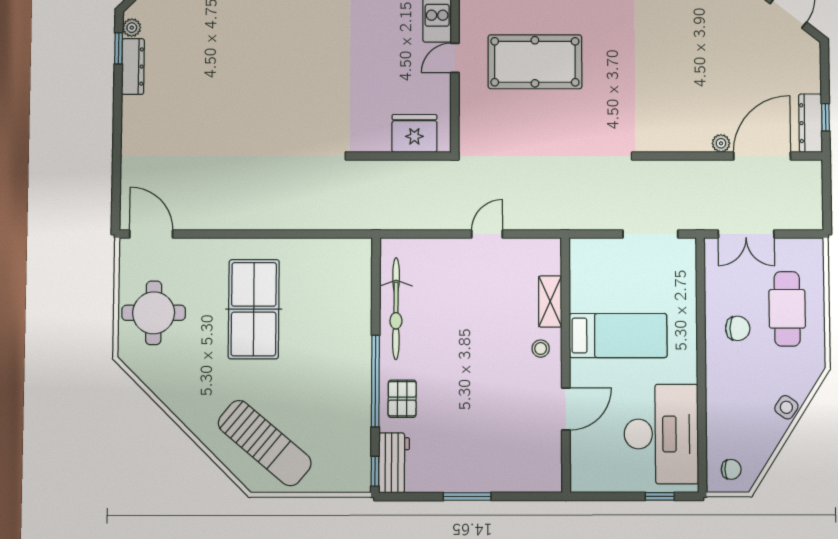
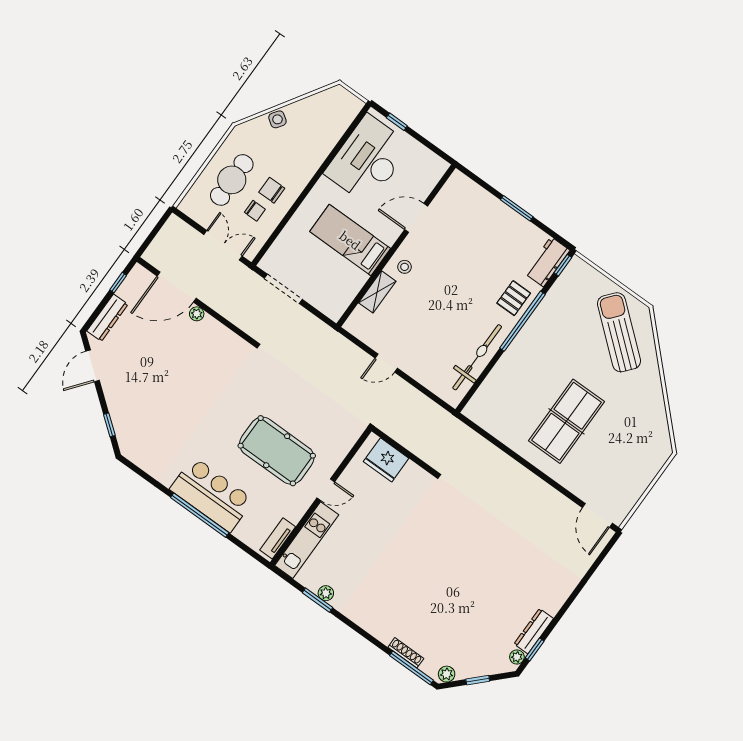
dresser: (810, 123) -> (107, 318), moved
round table: (154, 313) -> (631, 464), removed
chair: (731, 469) -> (255, 211), moved, turned 180

